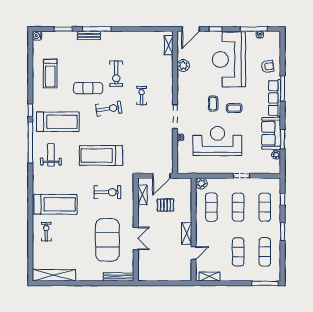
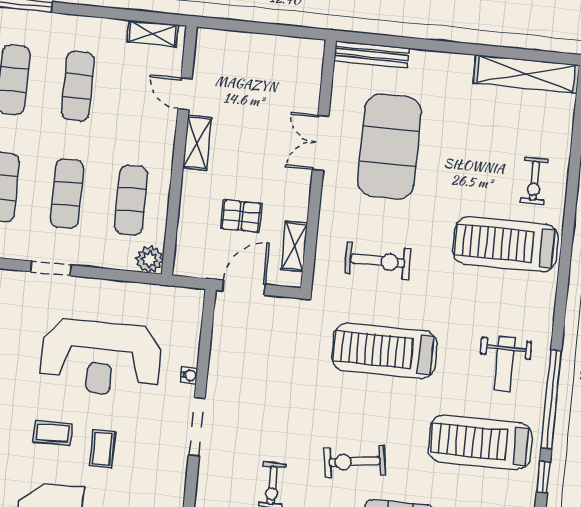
treadmill: (101, 156) -> (384, 351), turned 180
exercise bike: (107, 192) -> (378, 261), turned 180
door: (194, 253) -> (185, 94), hinge flipped

